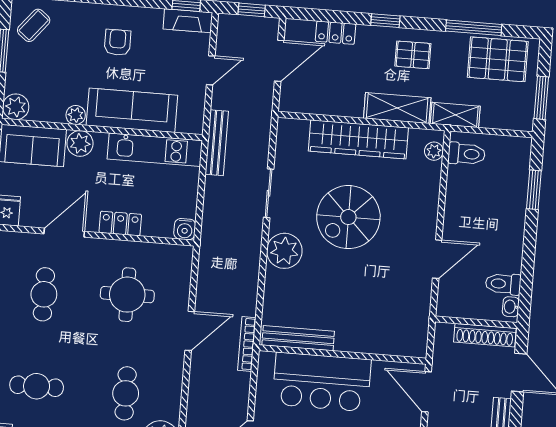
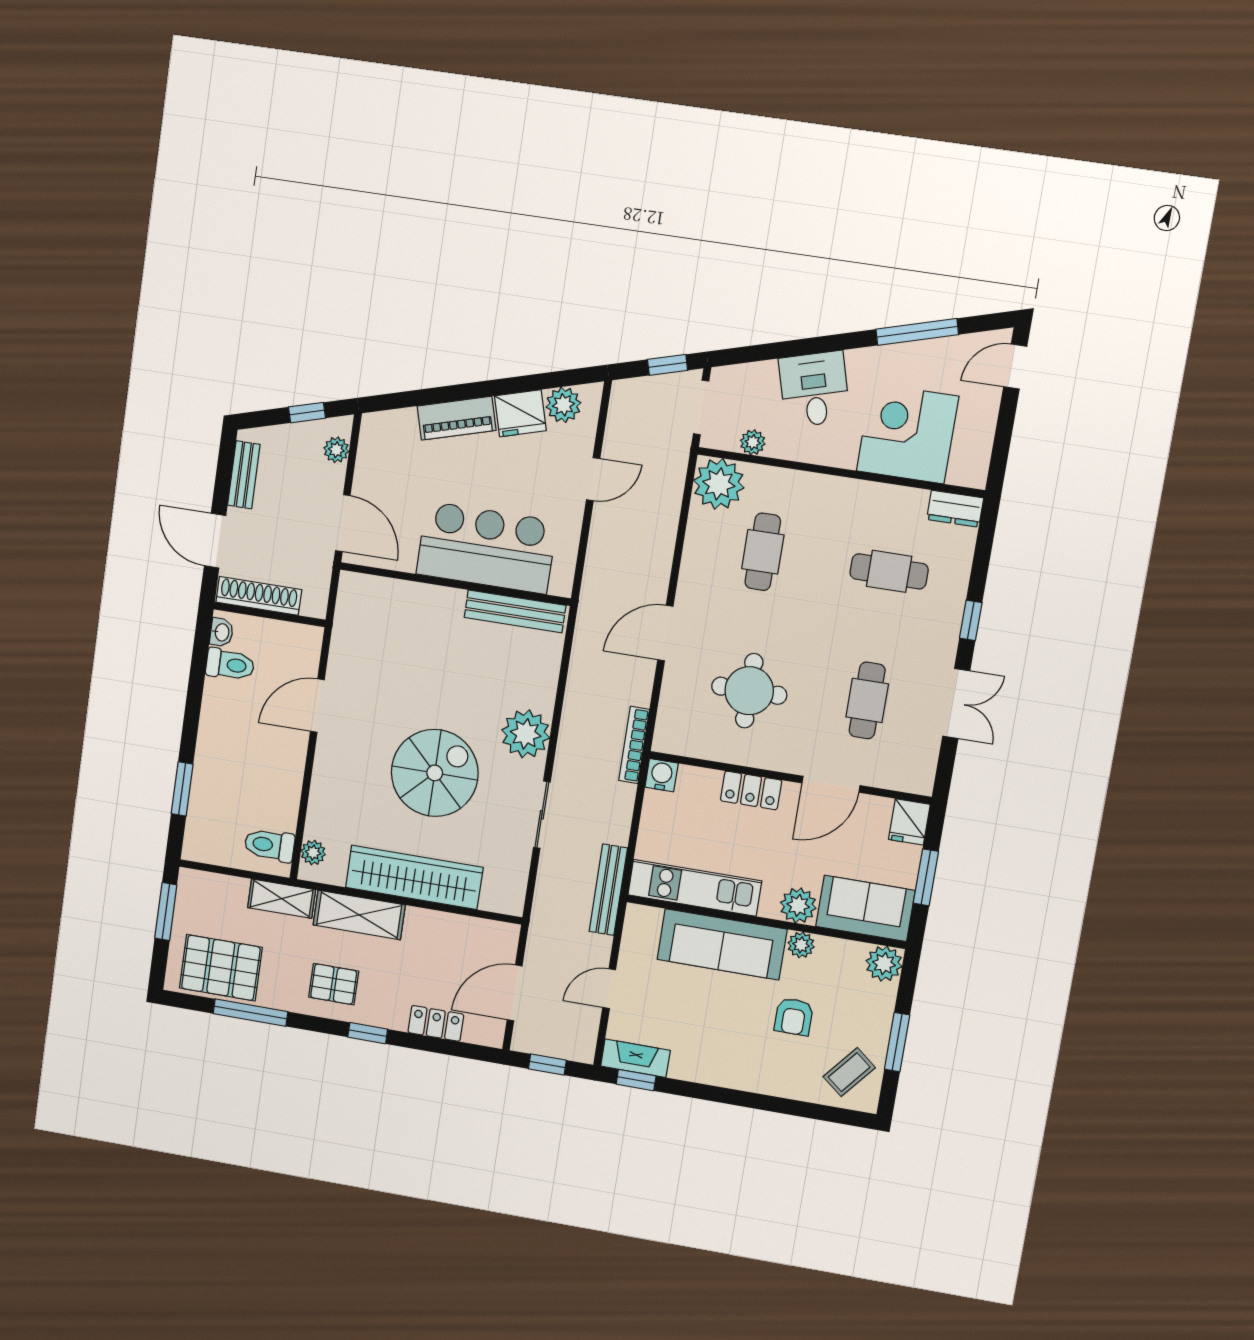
armchair: (117, 42) -> (794, 1017), moved
bookcase: (247, 344) -> (634, 745), moved, turned 180

